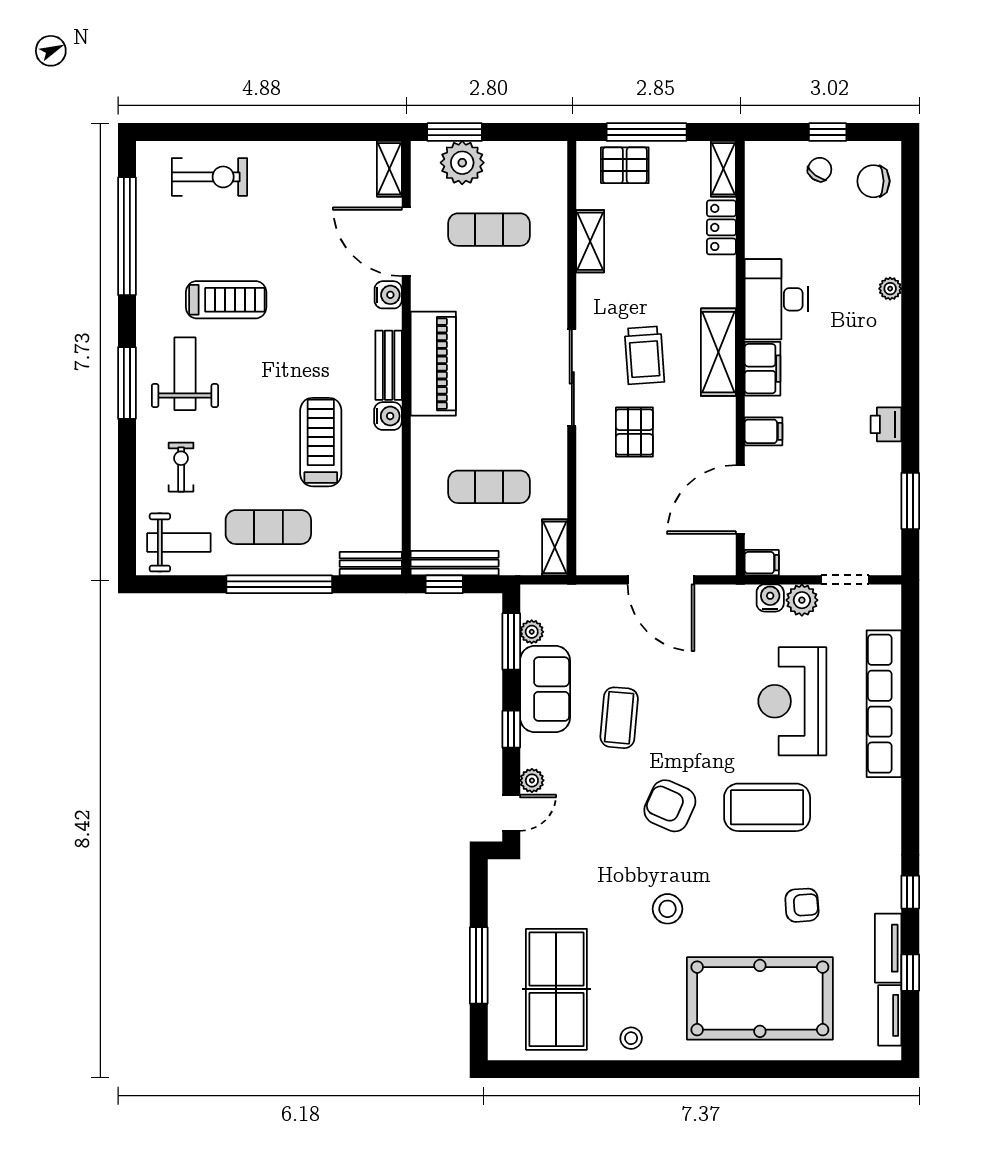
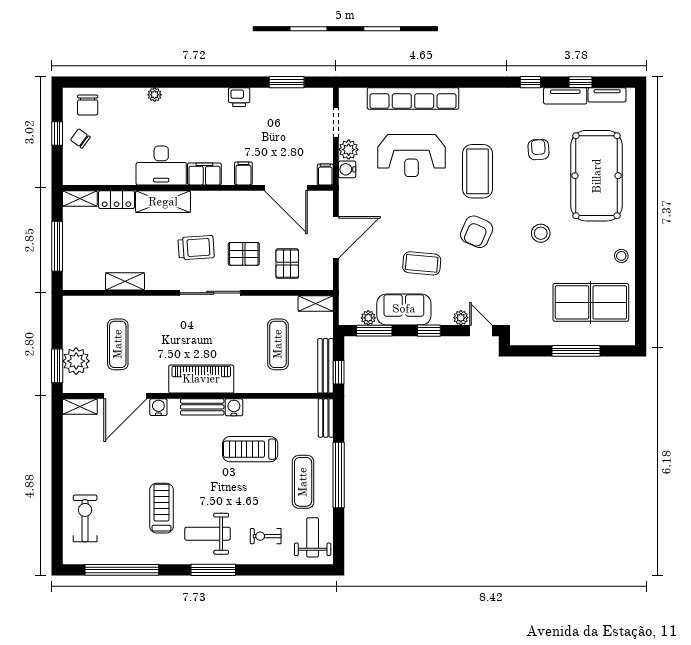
pallet: (625, 165) -> (287, 264), moved
shelving: (718, 352) -> (163, 202), moved

